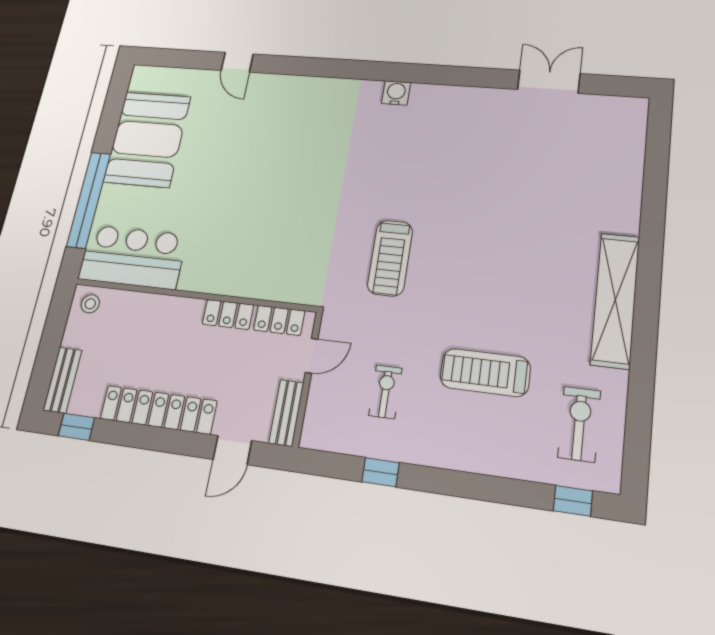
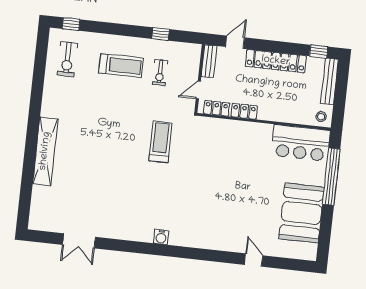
shelving: (615, 300) -> (45, 151), moved
treadmill: (485, 372) -> (121, 65), moved
bench: (63, 380) -> (330, 81), width x1.36

